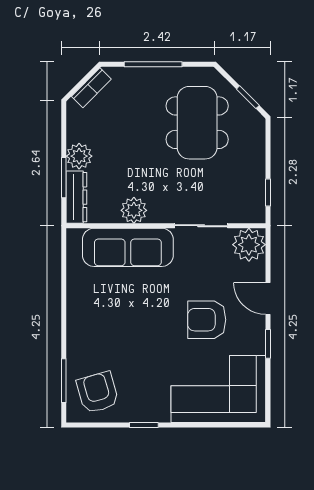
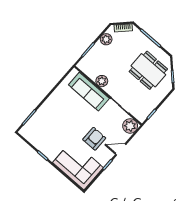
dining table: (197, 123) -> (148, 70), turned 90
plant: (79, 156) -> (106, 39), moved
dresser: (76, 197) -> (86, 60), removed
door: (268, 299) -> (121, 149), hinge flipped
armchair: (207, 320) -> (94, 139), turned 90
armchair: (98, 392) -> (37, 131), removed

